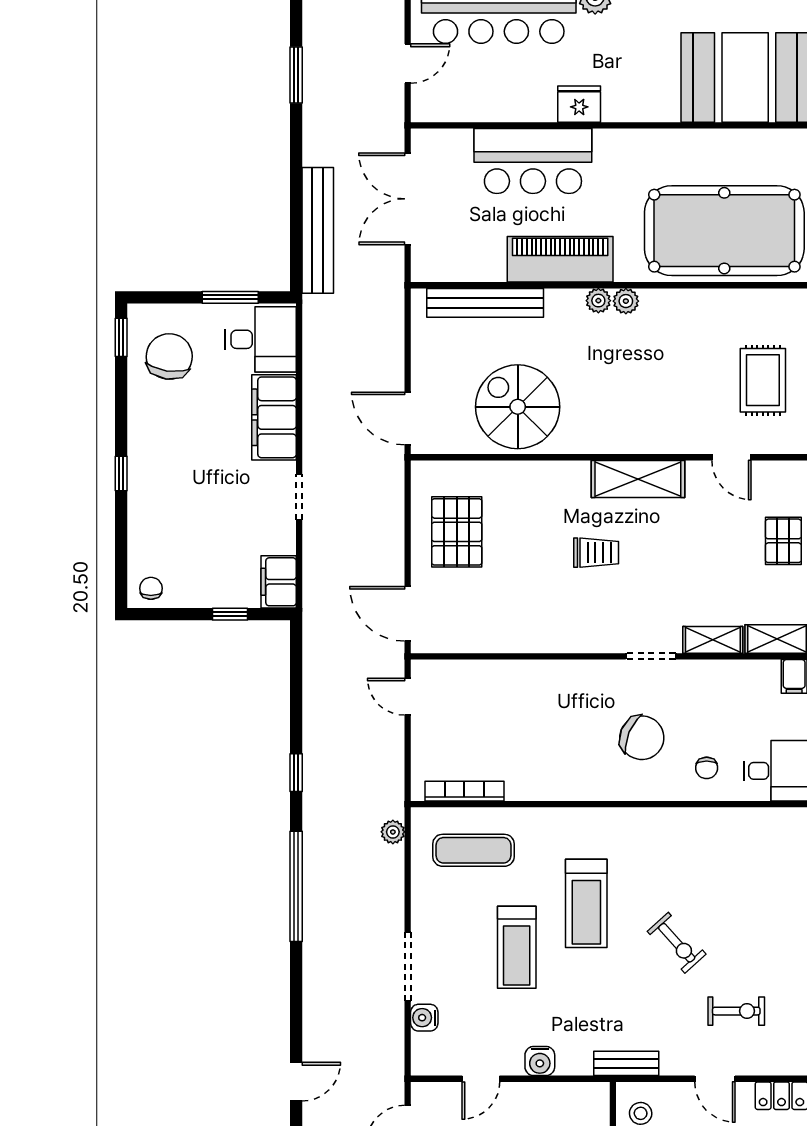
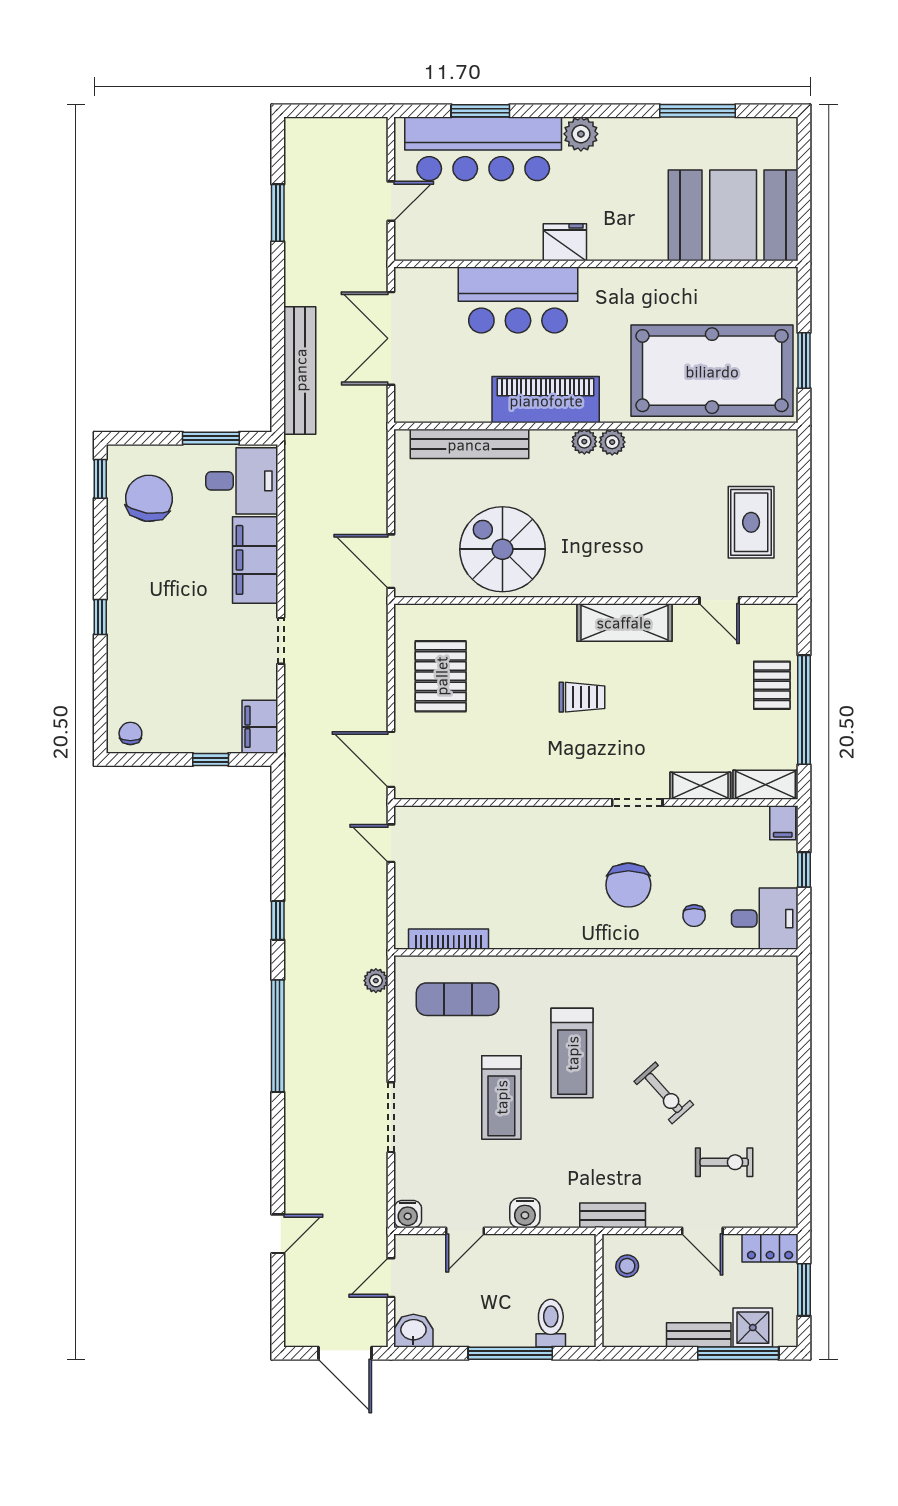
chair: (642, 738) -> (628, 885), turned 67
water cooler: (424, 1018) -> (408, 1214), moved, turned -90

